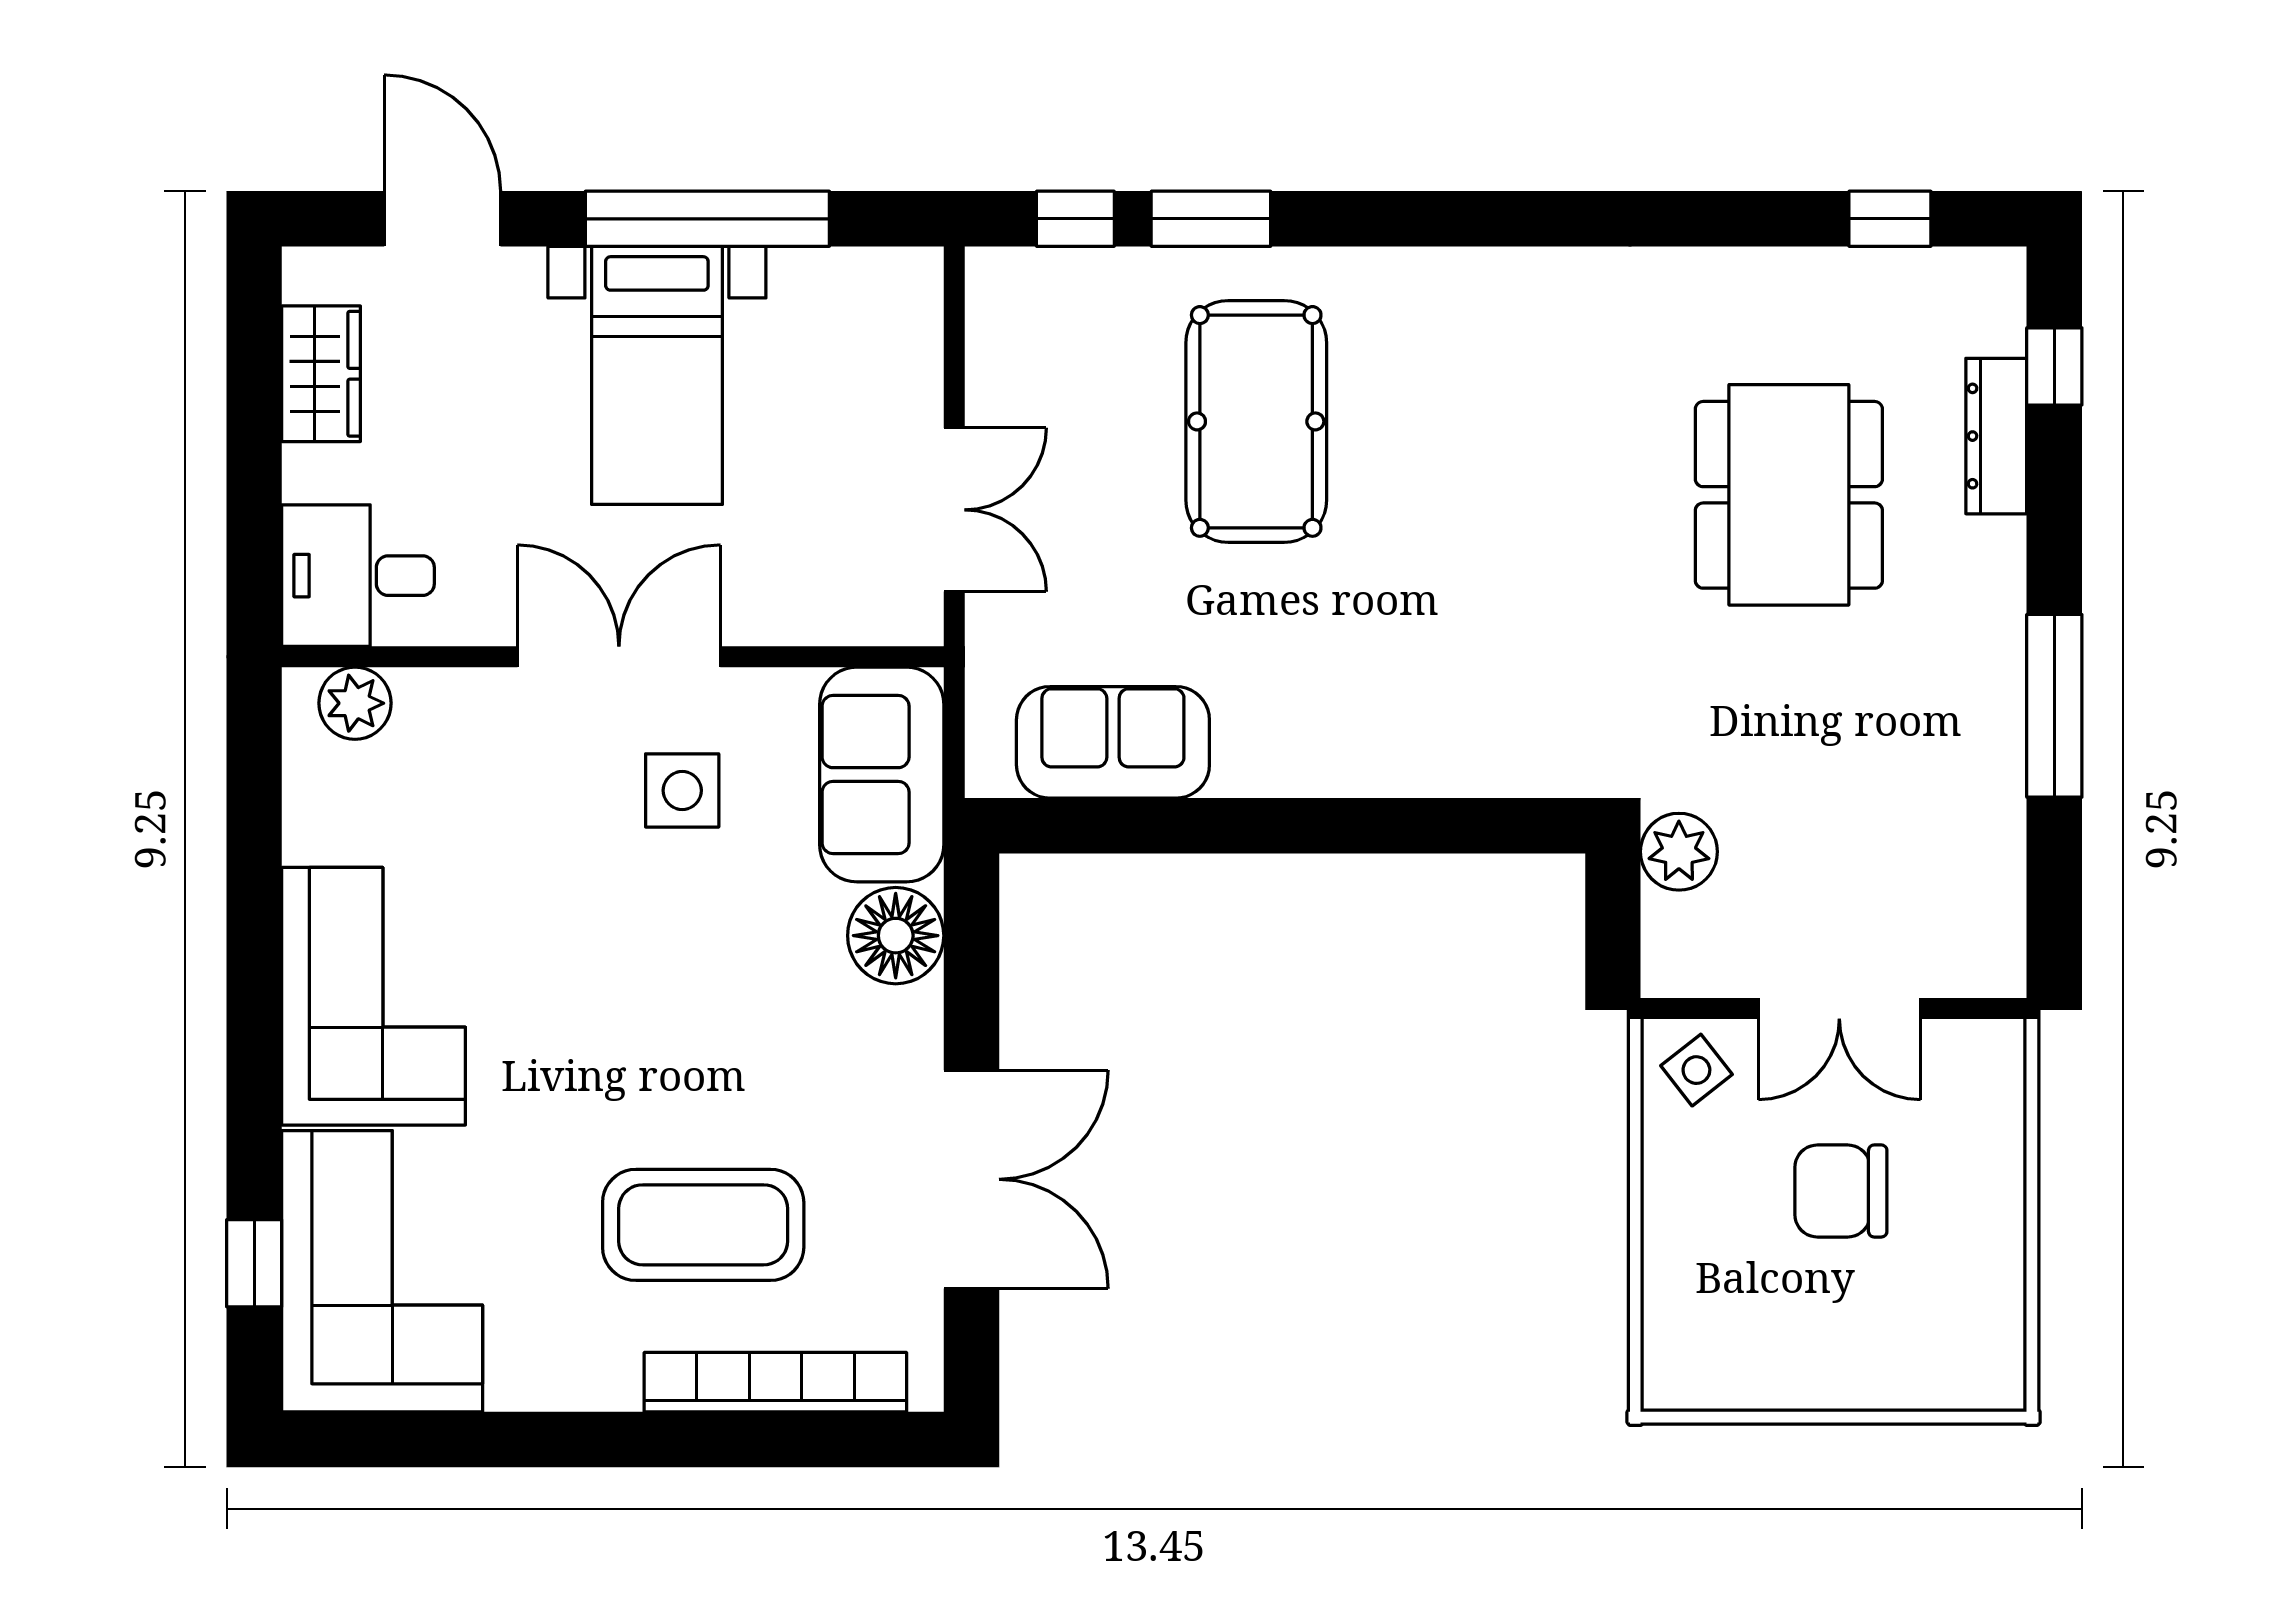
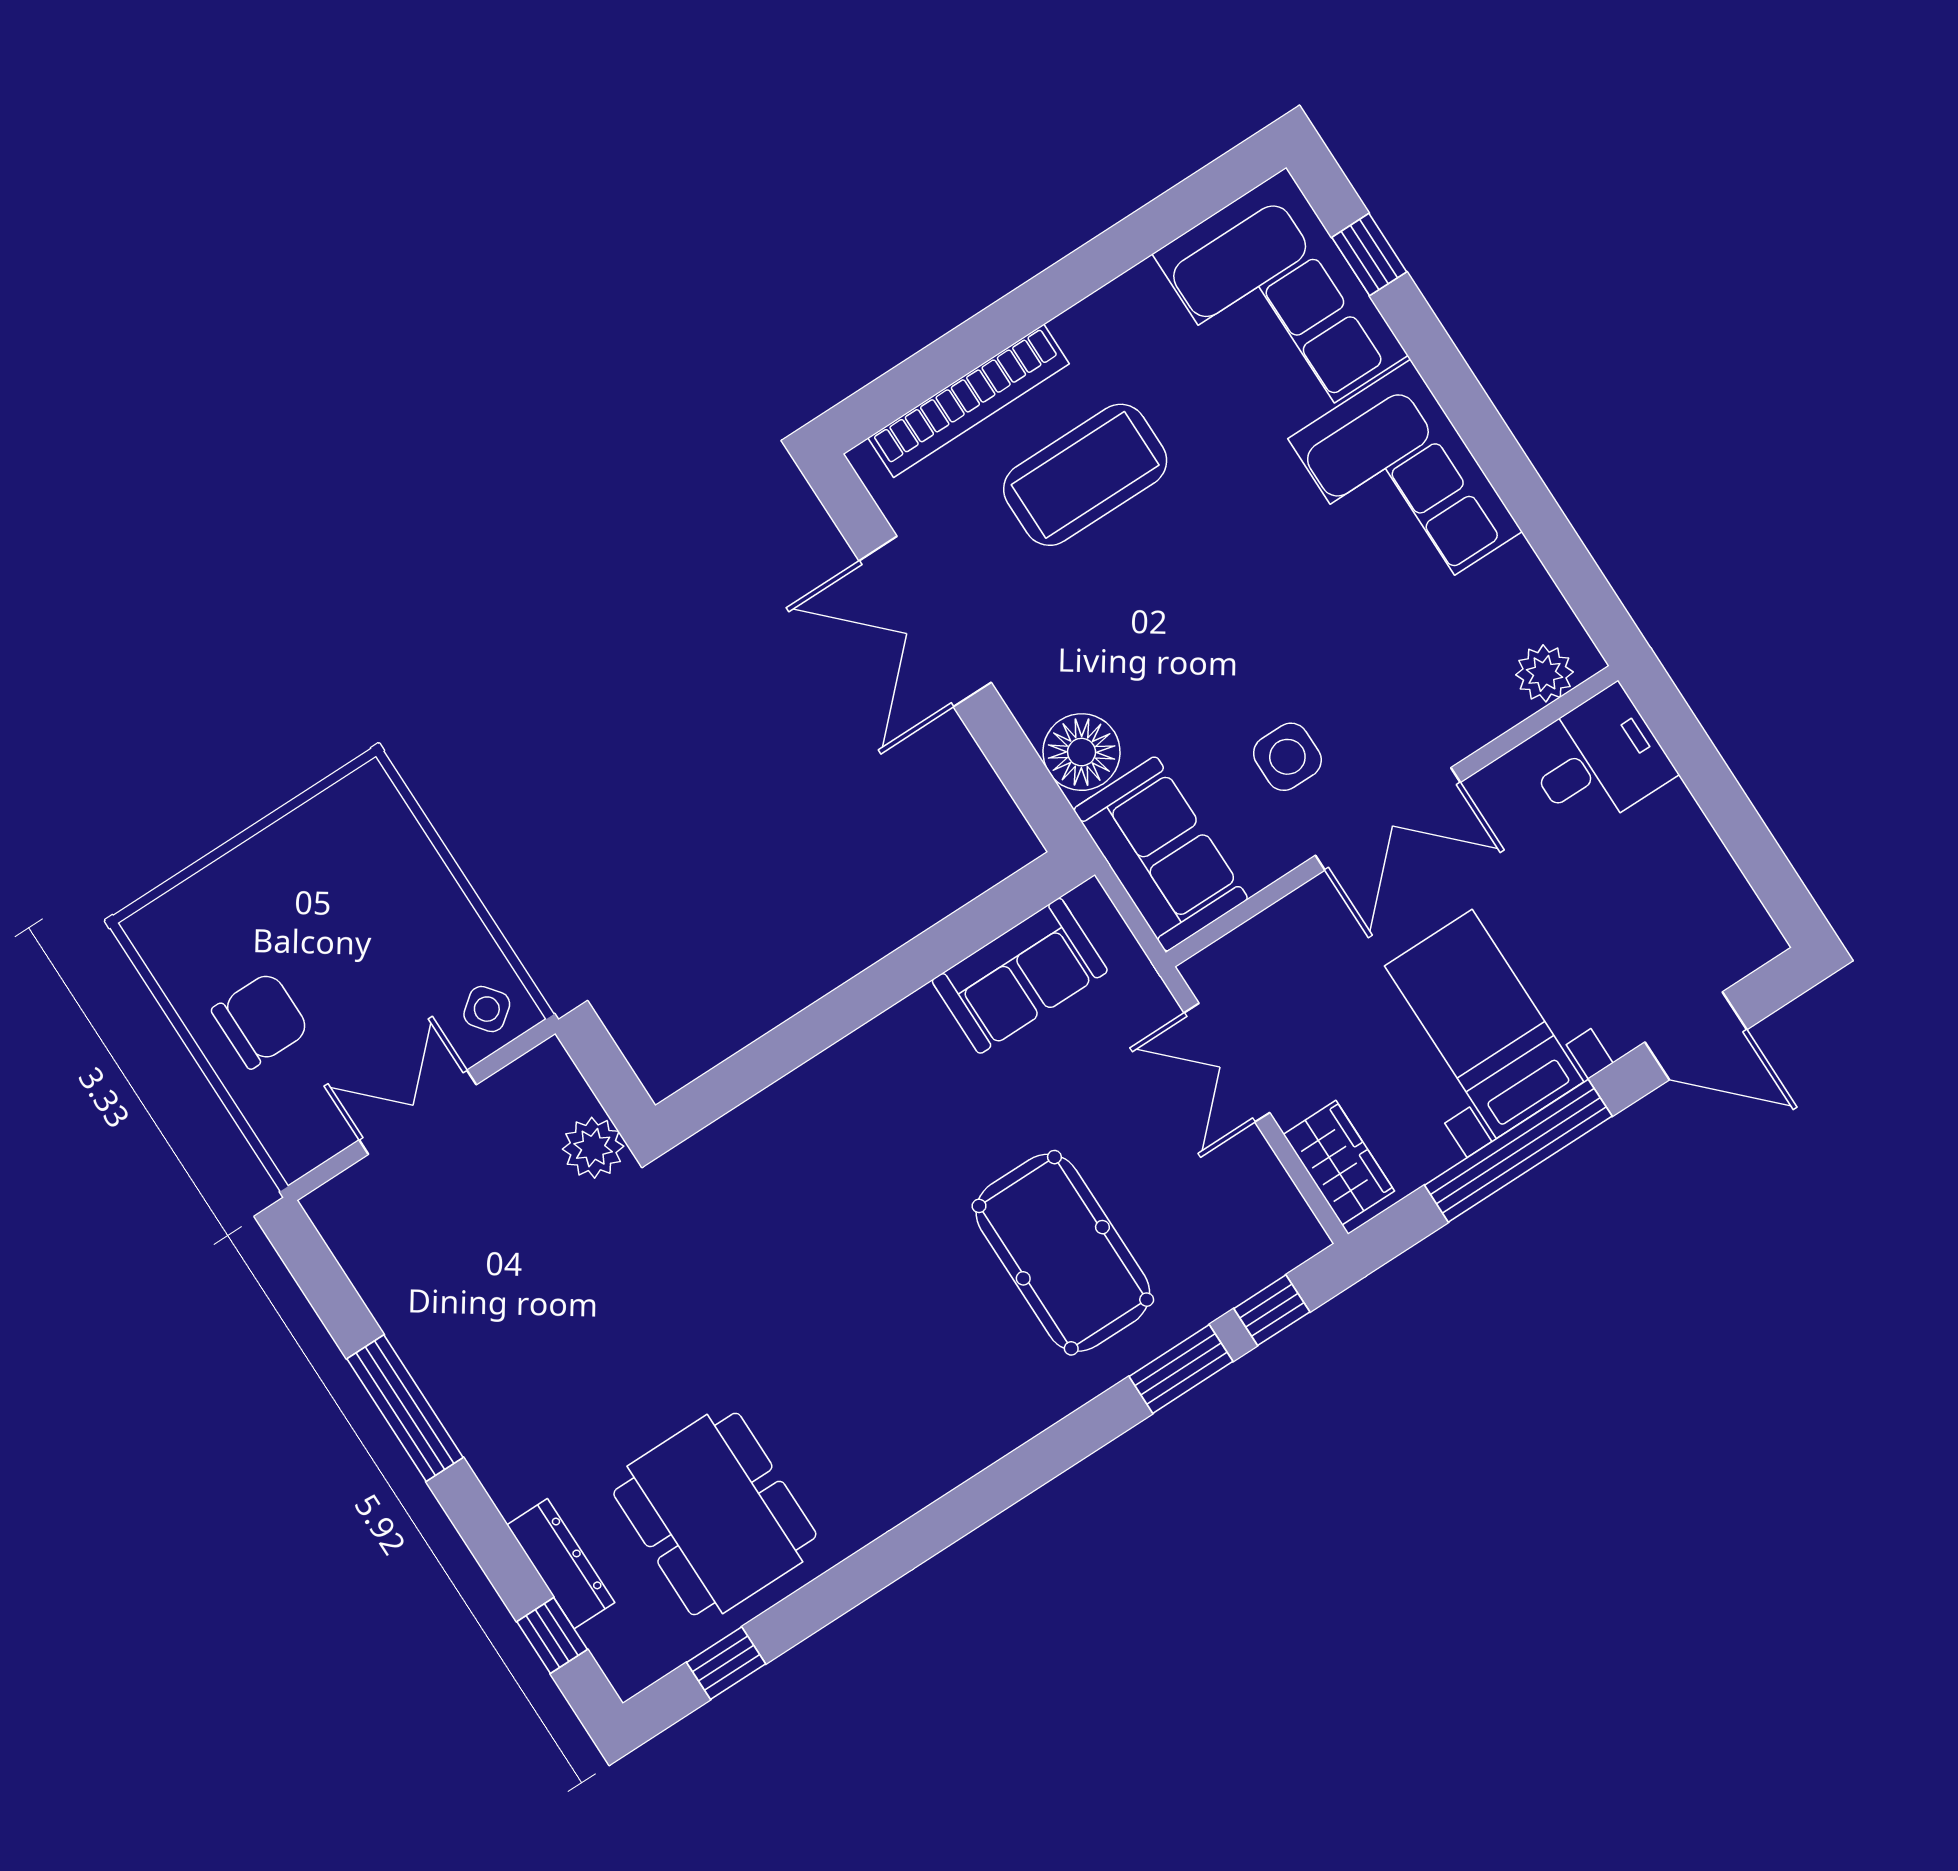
wardrobe: (321, 374) -> (1339, 1163), moved, turned 180
dining table: (1789, 495) -> (715, 1514), moved
chair: (1841, 1191) -> (261, 1020), moved

